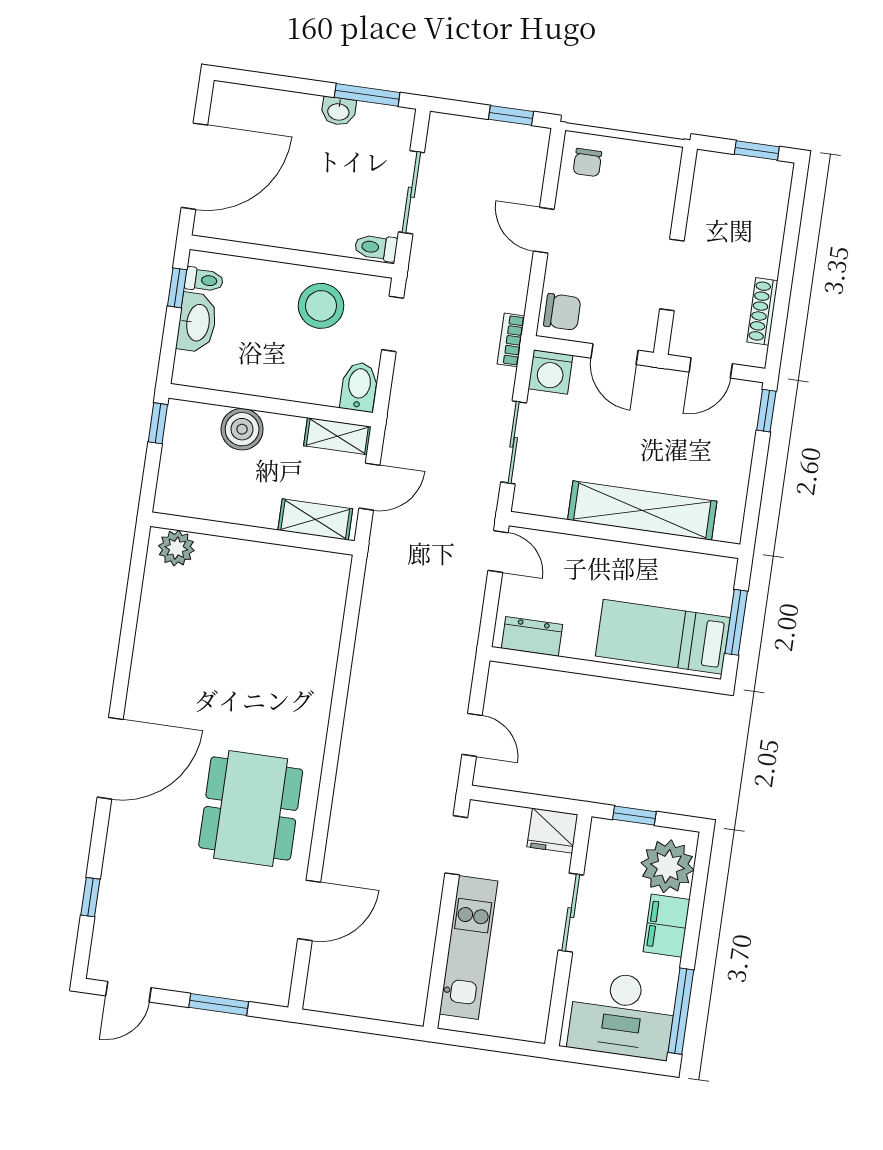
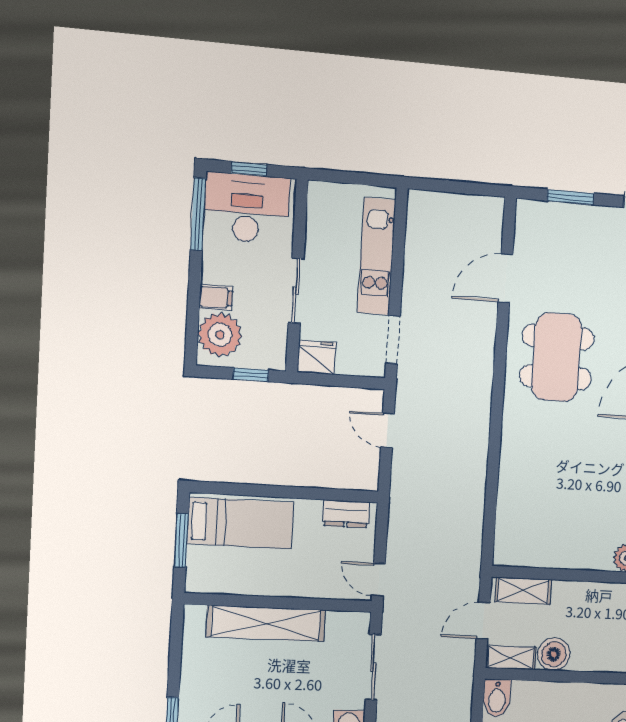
boiler: (242, 429) -> (554, 654), moved
filing cabinet: (666, 926) -> (216, 297), width x0.50
window: (615, 1061) -> (249, 169), added

